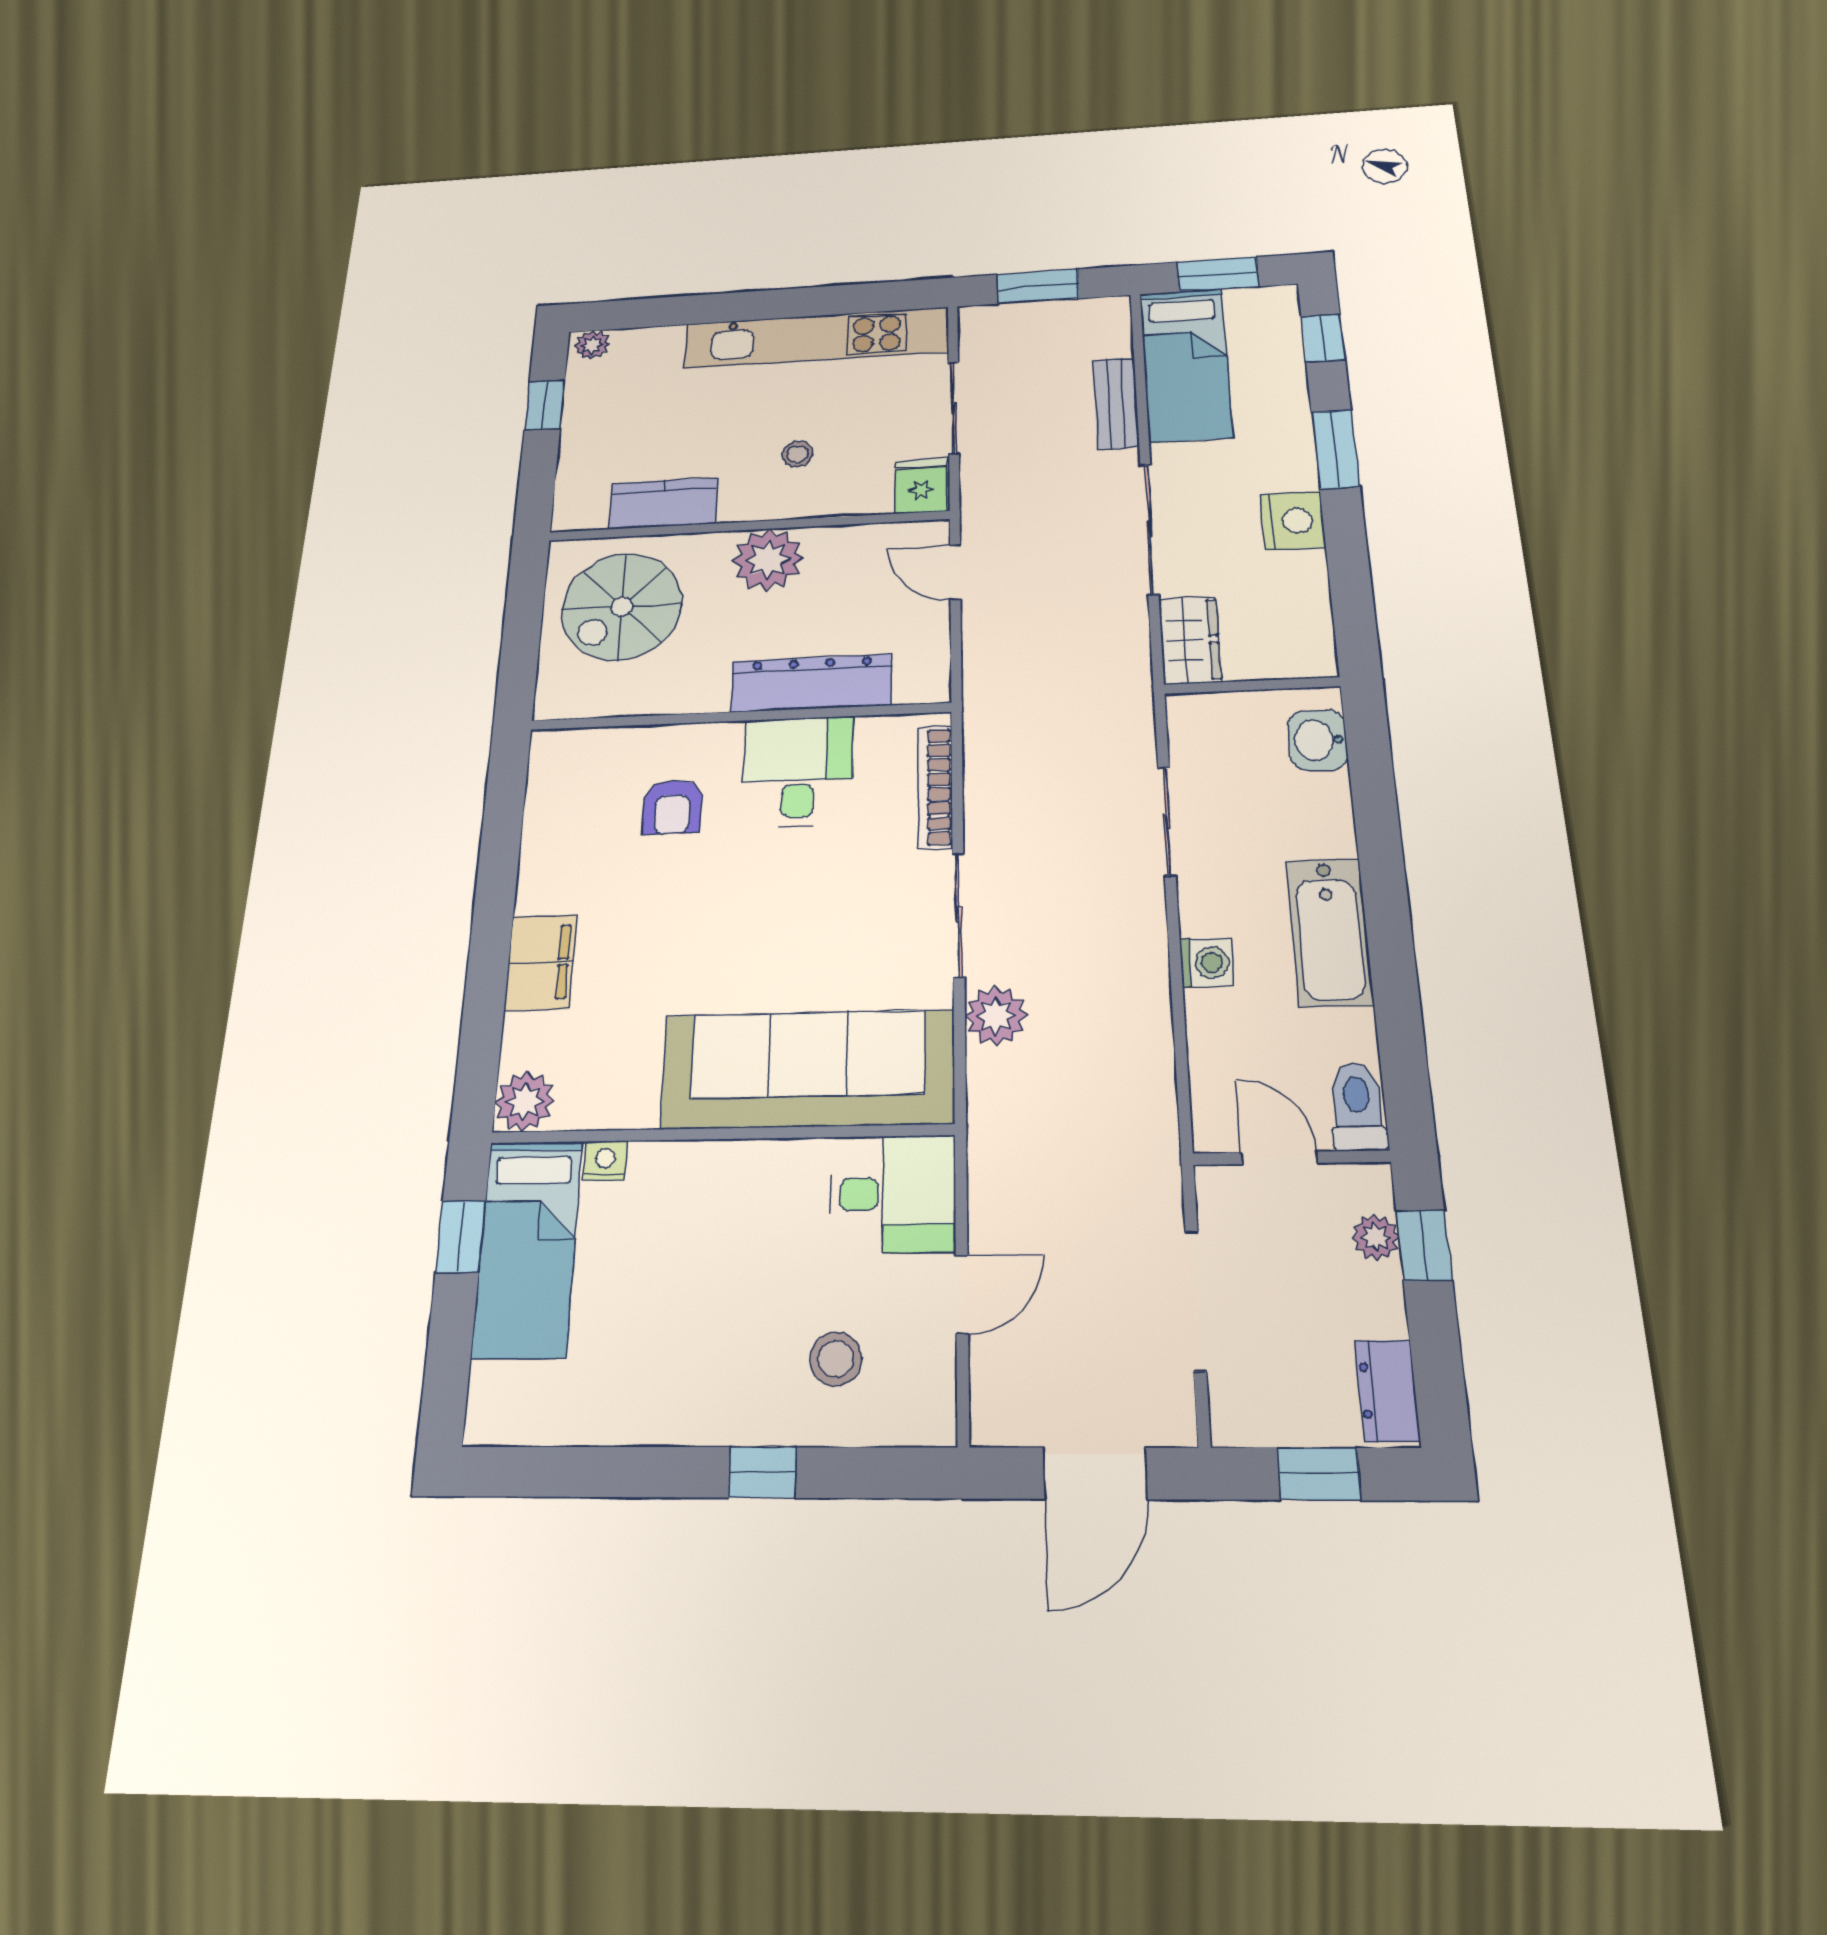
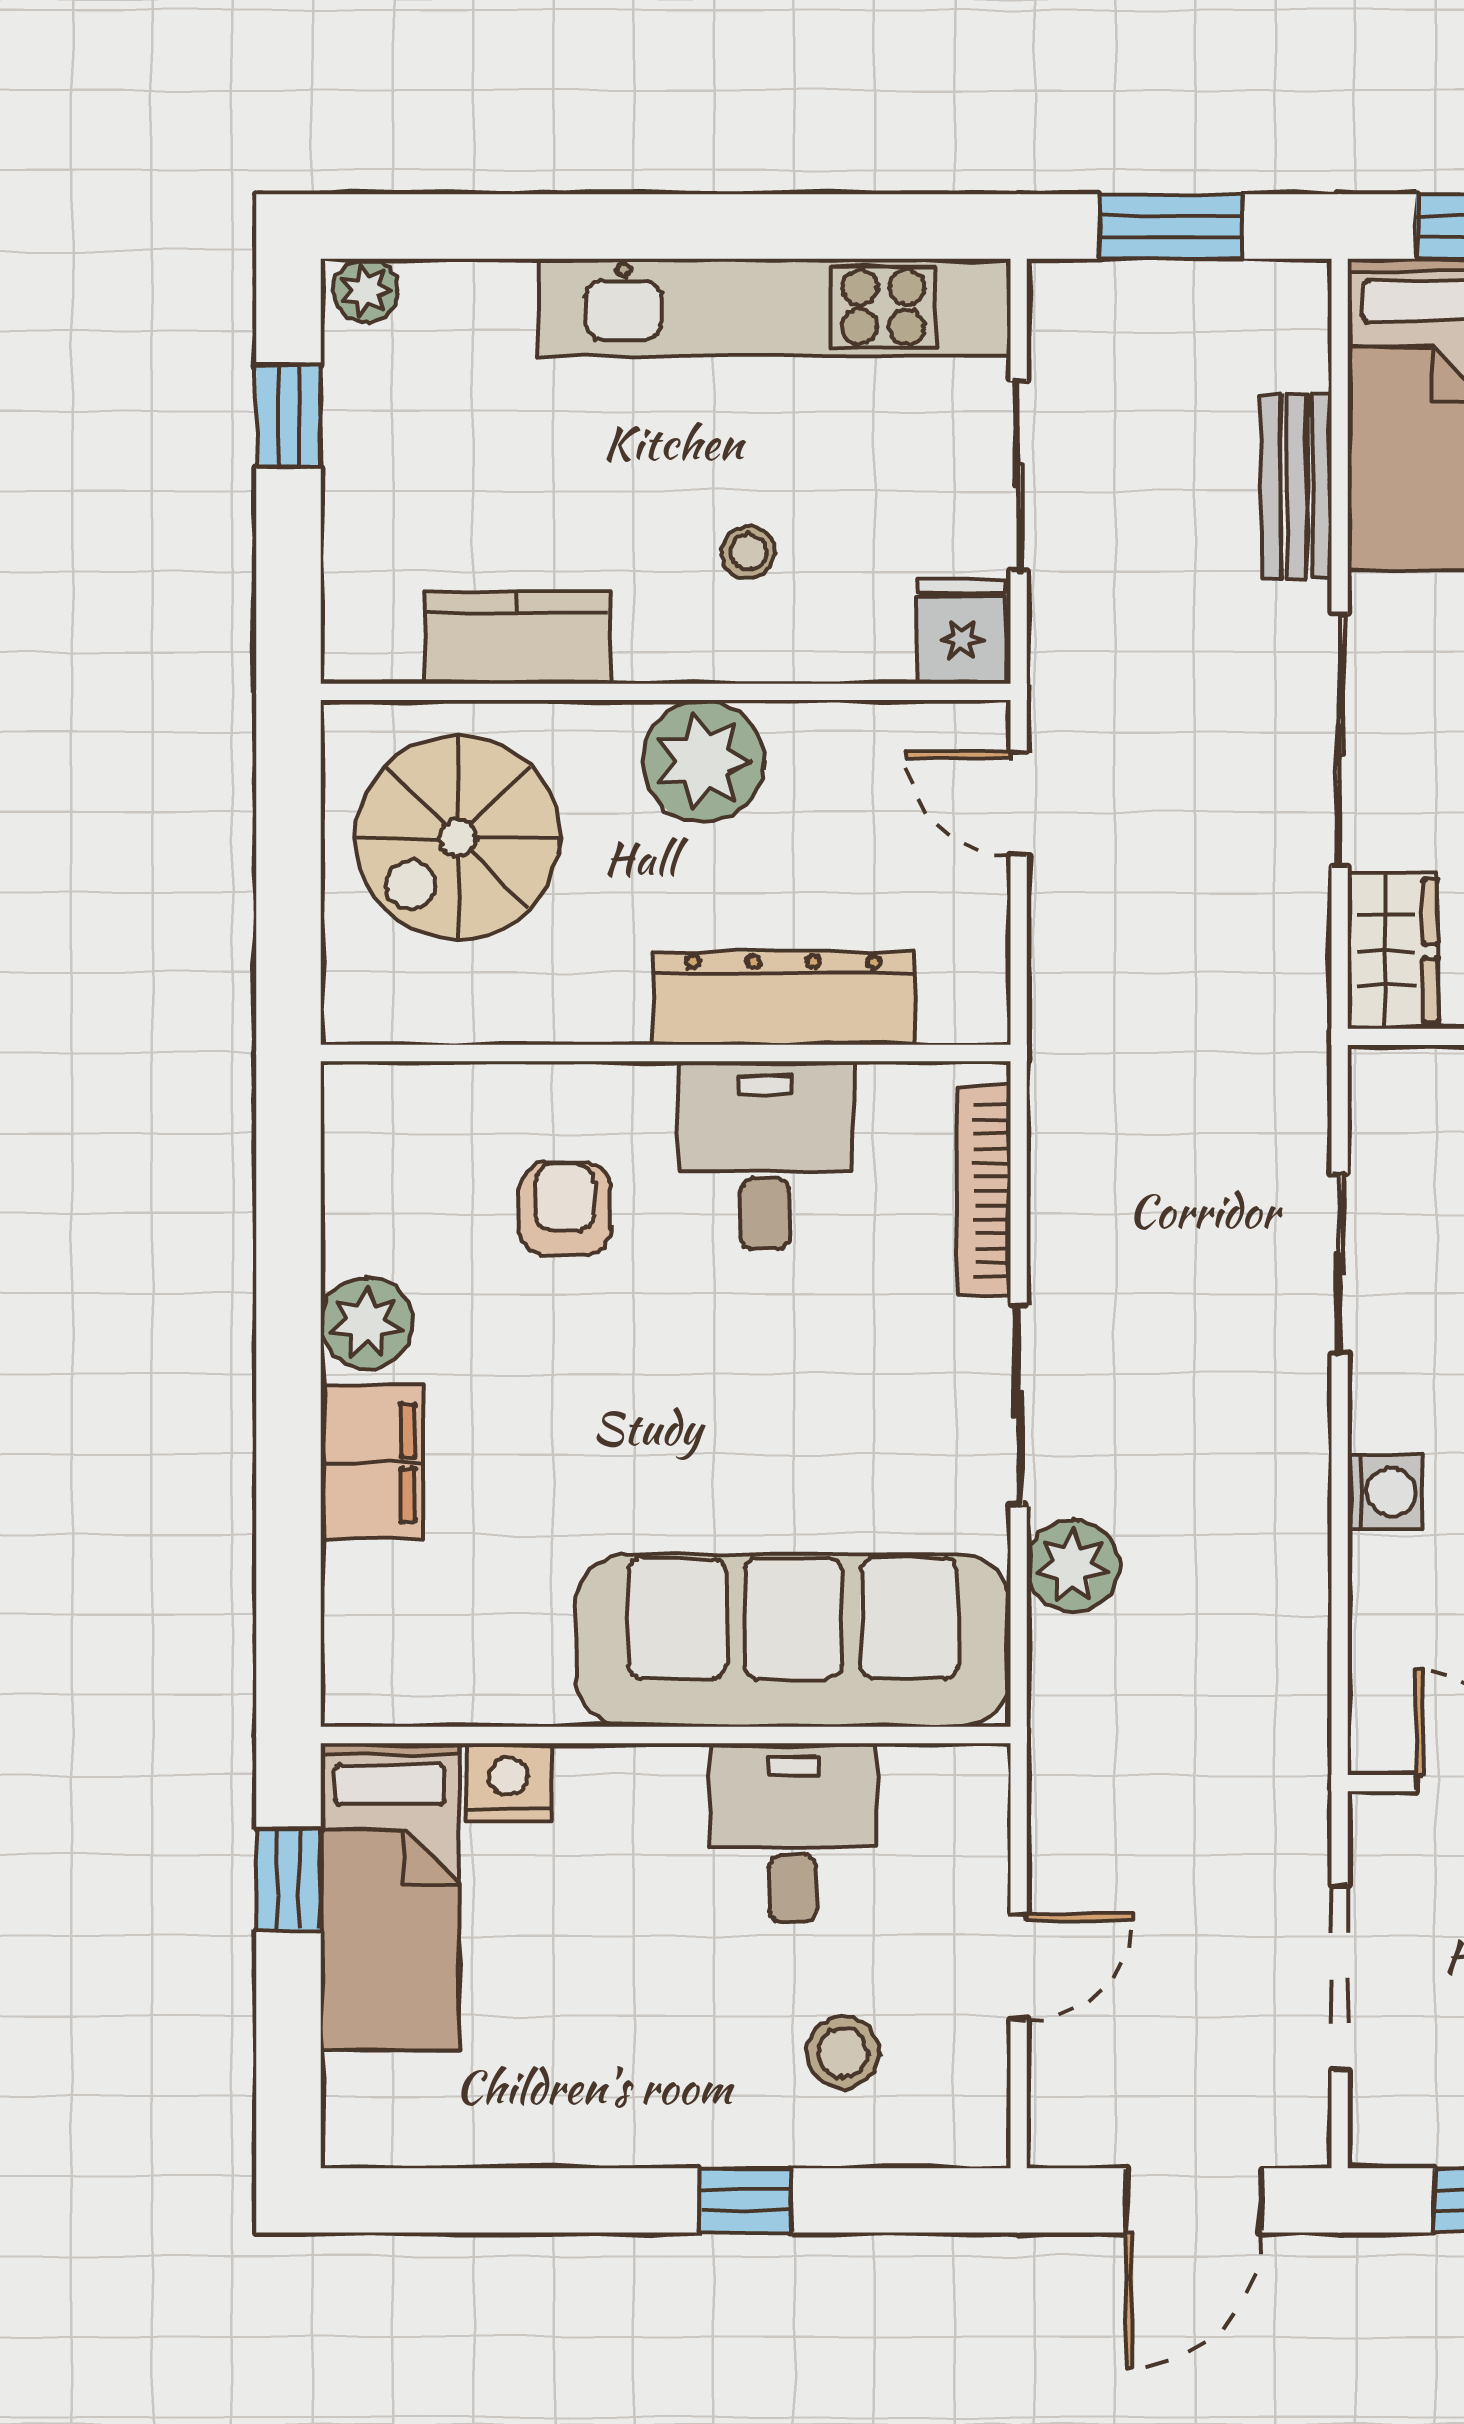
armchair: (672, 807) -> (565, 1209), turned 180
plant: (525, 1101) -> (367, 1323), moved
nightstand: (605, 1161) -> (508, 1782), width x1.39, depth x1.35
desk: (893, 1194) -> (793, 1833), moved, turned -90

